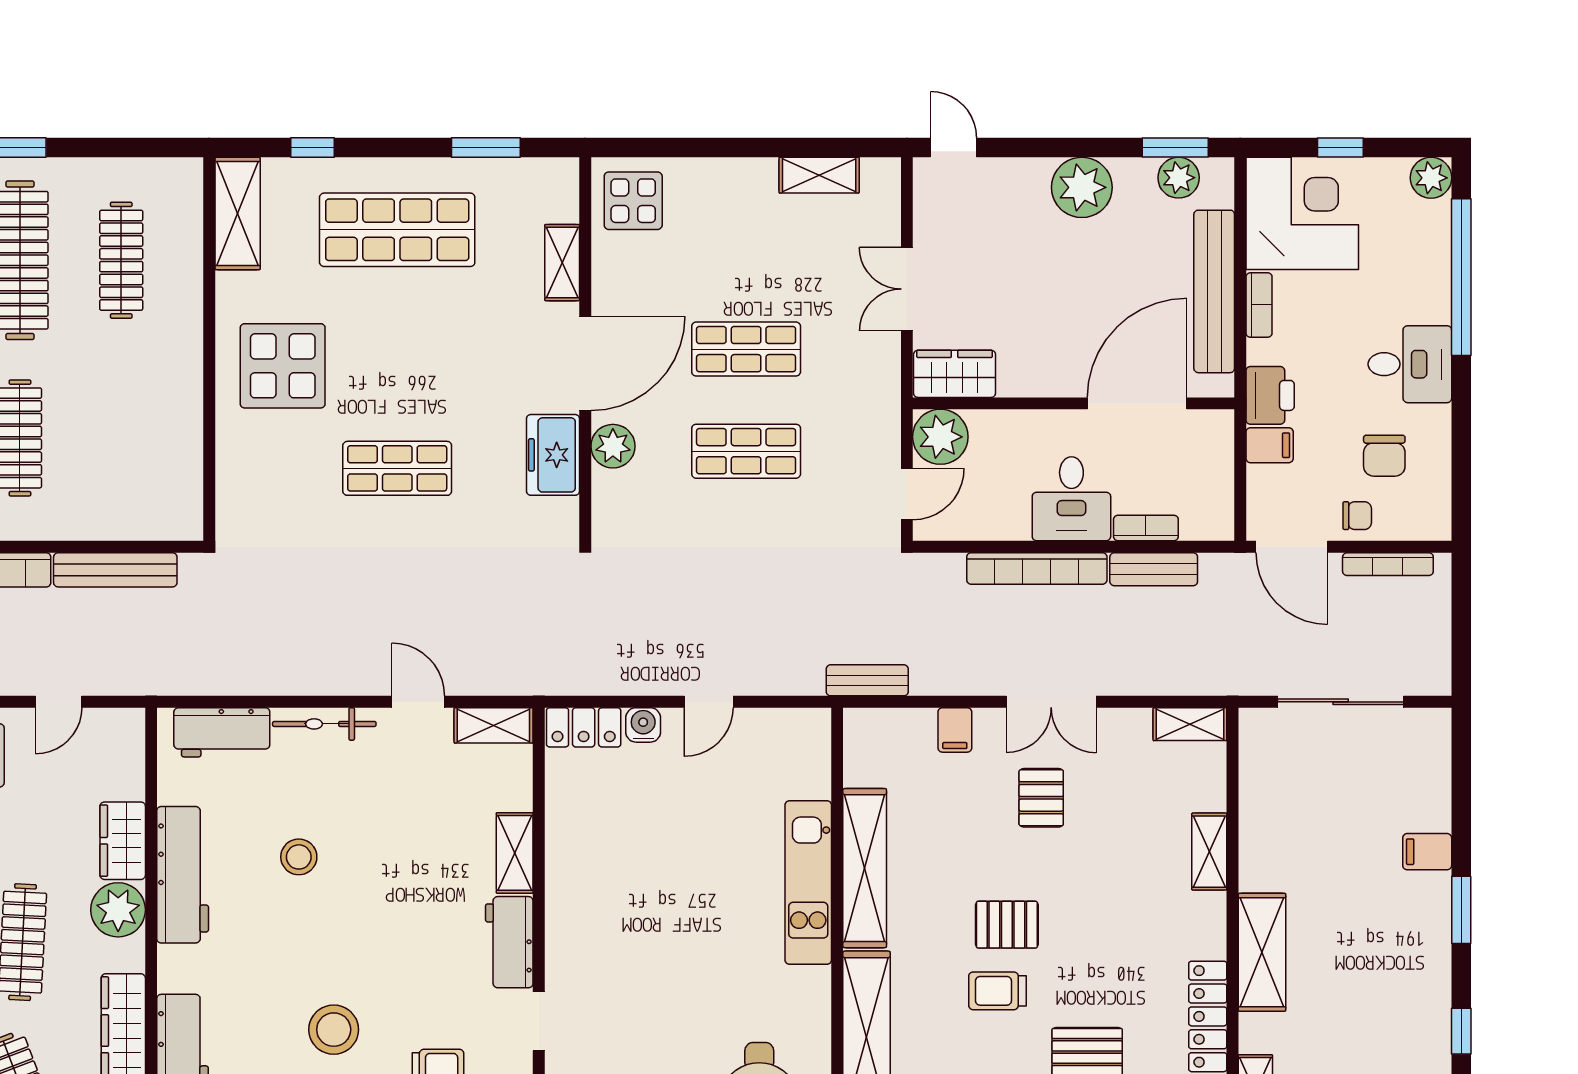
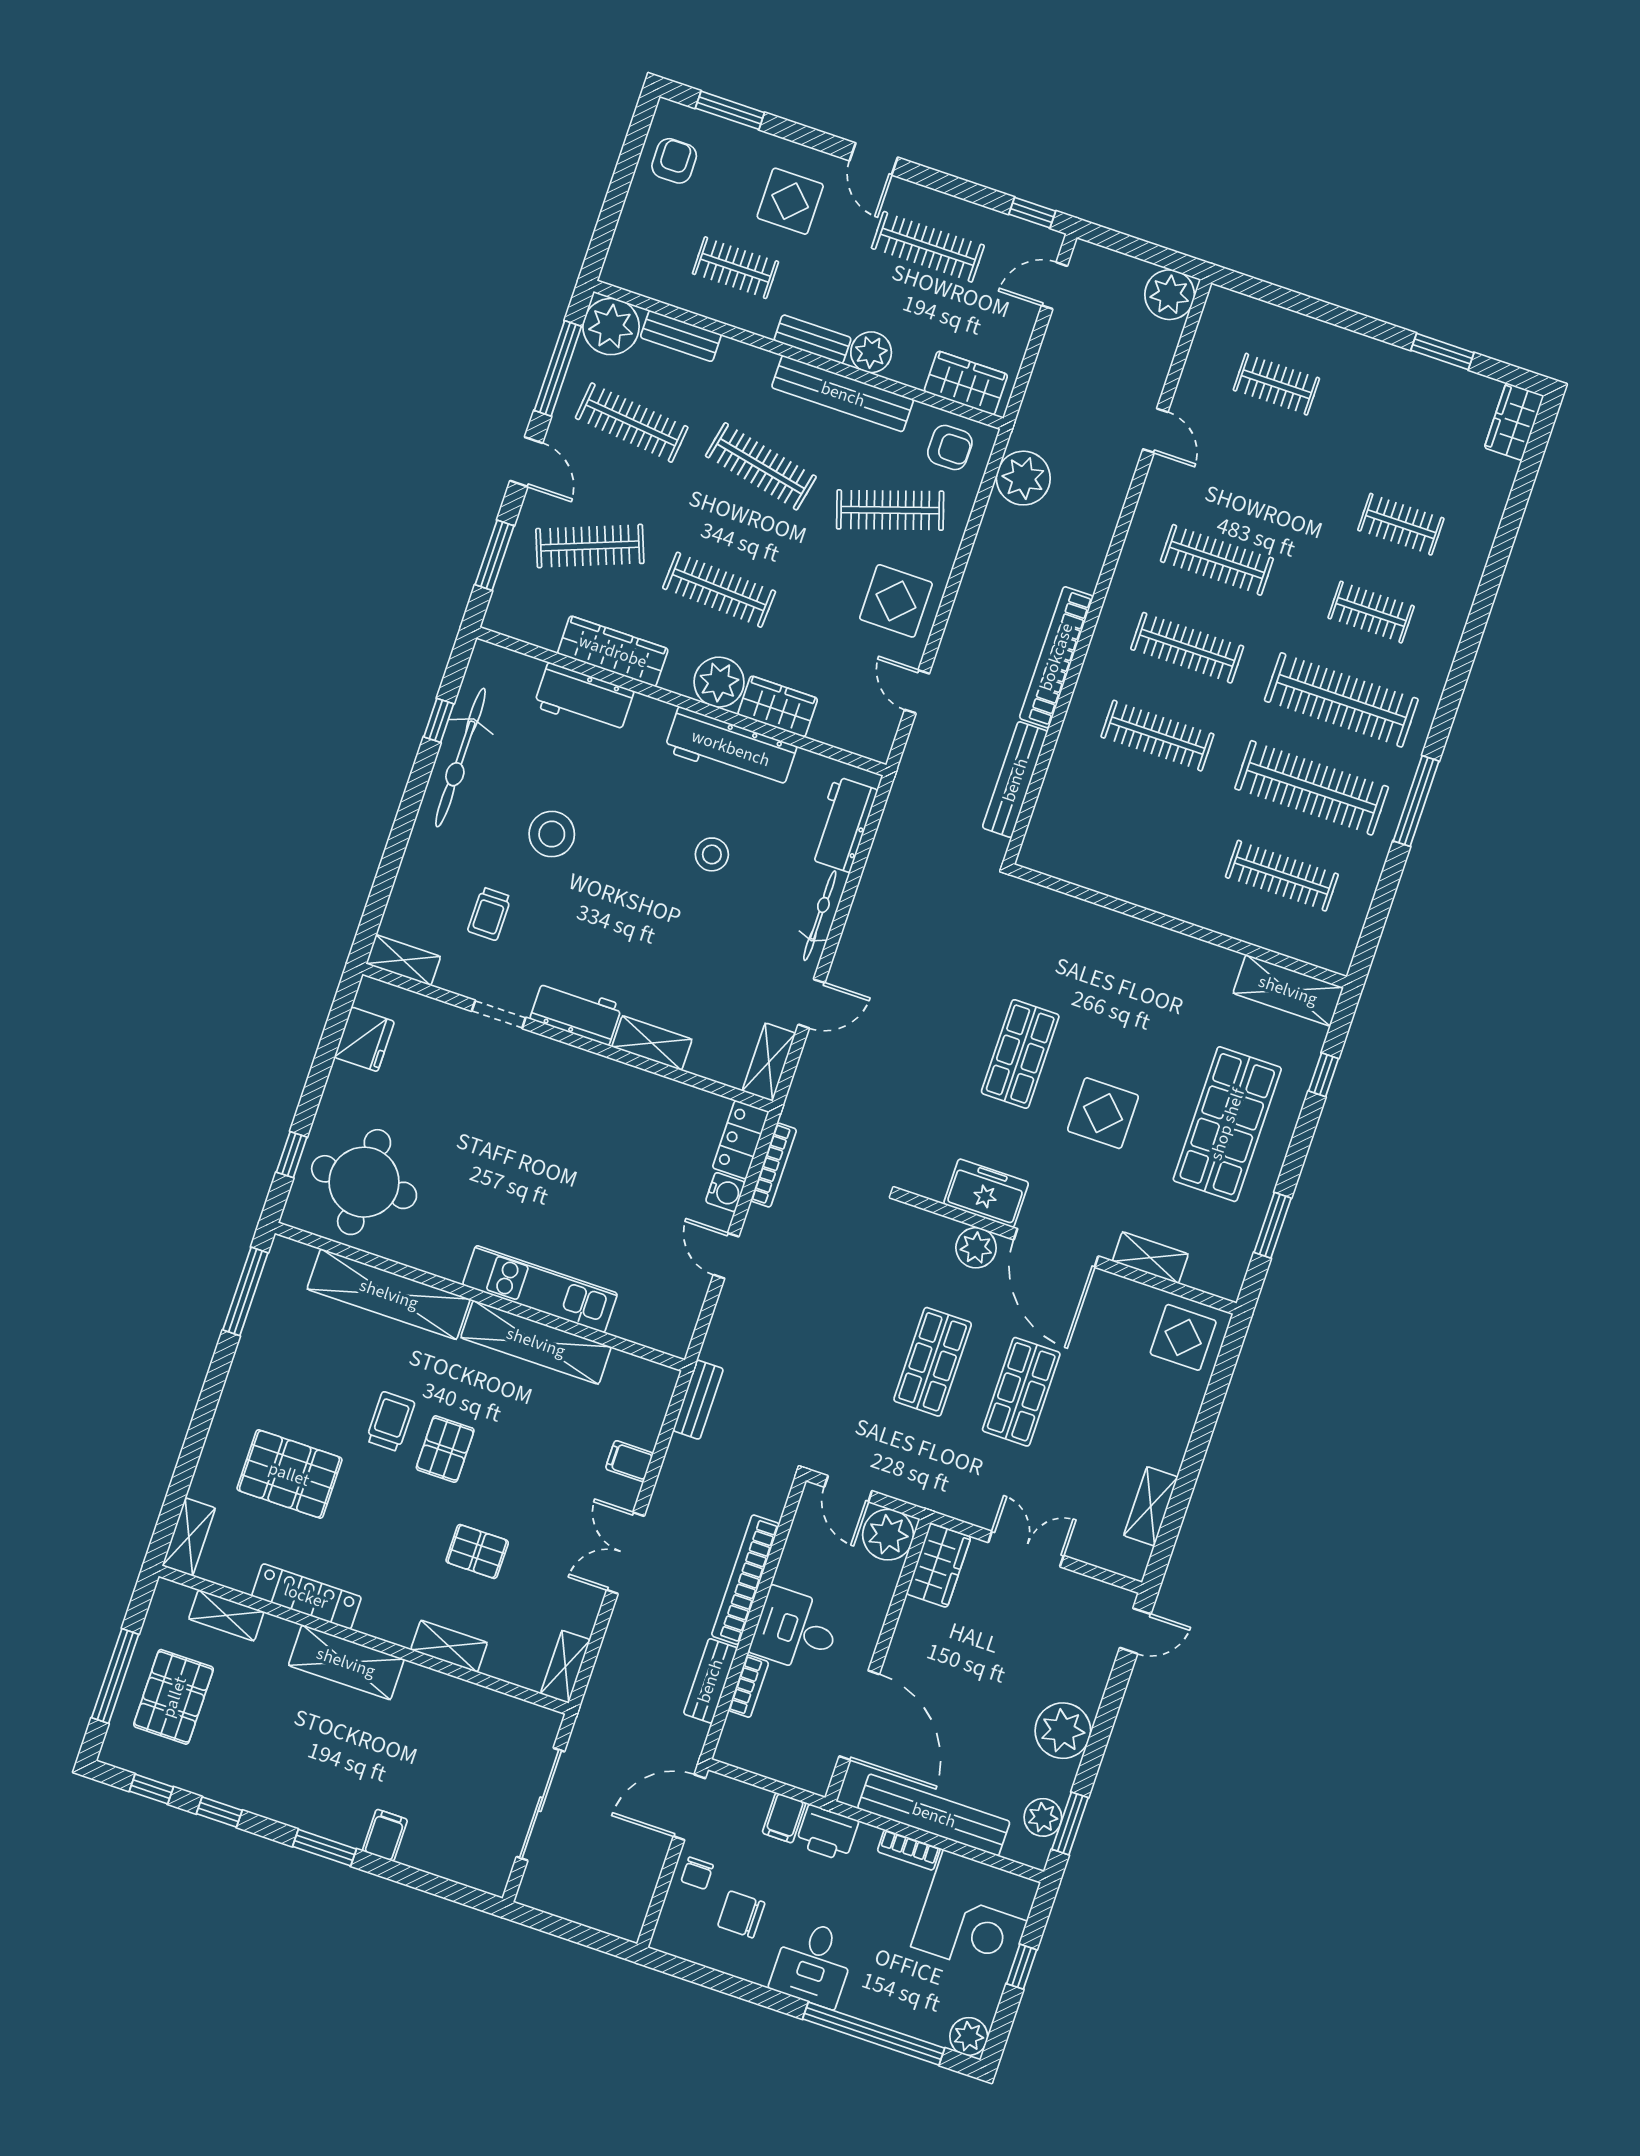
display table: (283, 366) -> (1103, 1113), moved, width x0.73, depth x0.73
bookcase: (1388, 564) -> (774, 1165), moved, turned 180
pallet: (1041, 798) -> (477, 1551), moved

